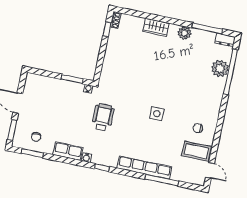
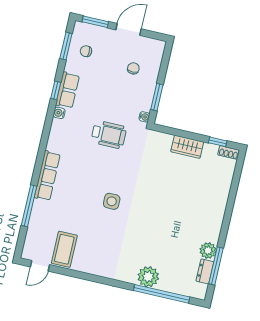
wardrobe: (156, 27) -> (187, 147), moved, turned -90
plant: (184, 33) -> (208, 250), moved
dresser: (225, 40) -> (205, 271), moved
plant: (220, 69) -> (148, 277), moved
chair: (198, 128) -> (133, 68), moved
window: (102, 168) -> (56, 90), moved
row of seats: (144, 168) -> (47, 176), width x0.73

